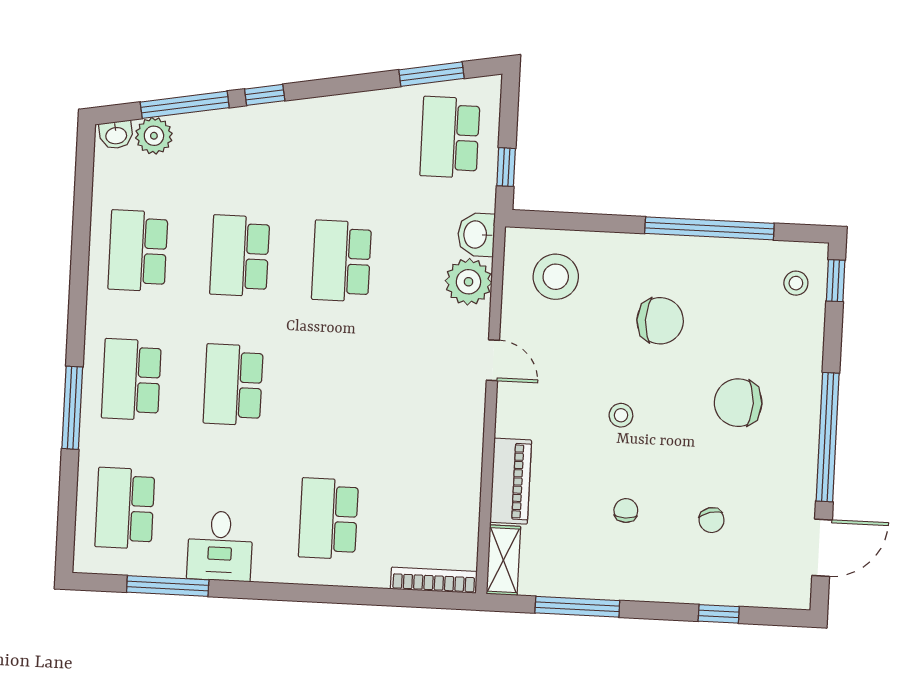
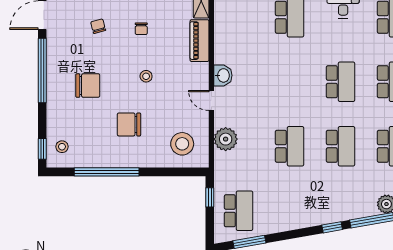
washbasin: (476, 235) -> (223, 75), moved

